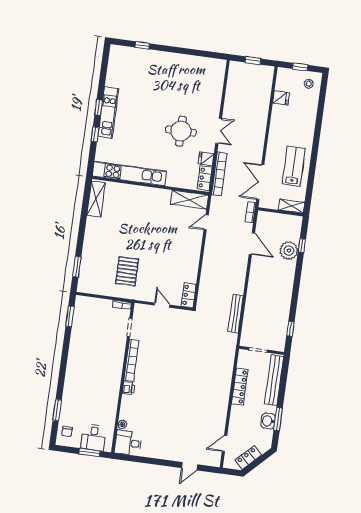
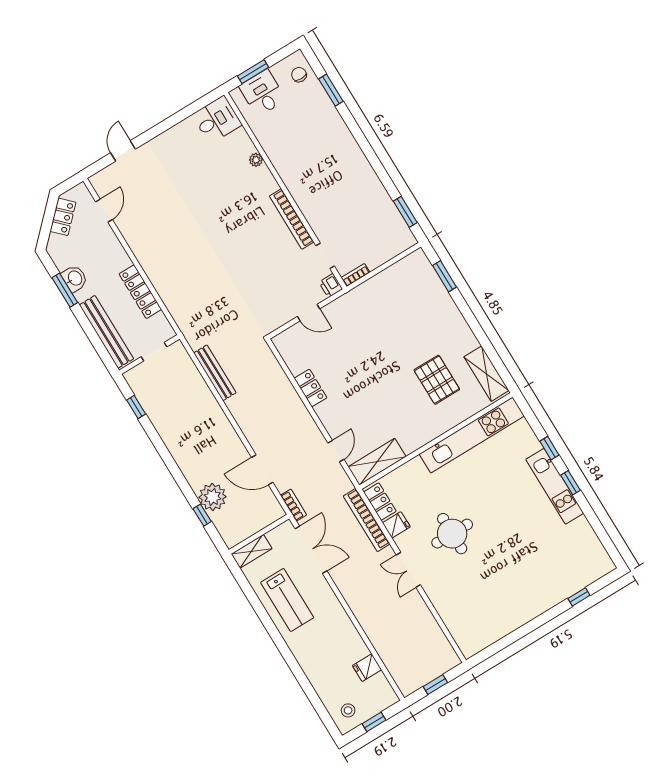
pallet: (127, 271) -> (437, 380), moved
locker: (189, 295) -> (311, 388), moved
printer: (128, 388) -> (331, 286), moved
plant: (122, 425) -> (256, 160), moved

